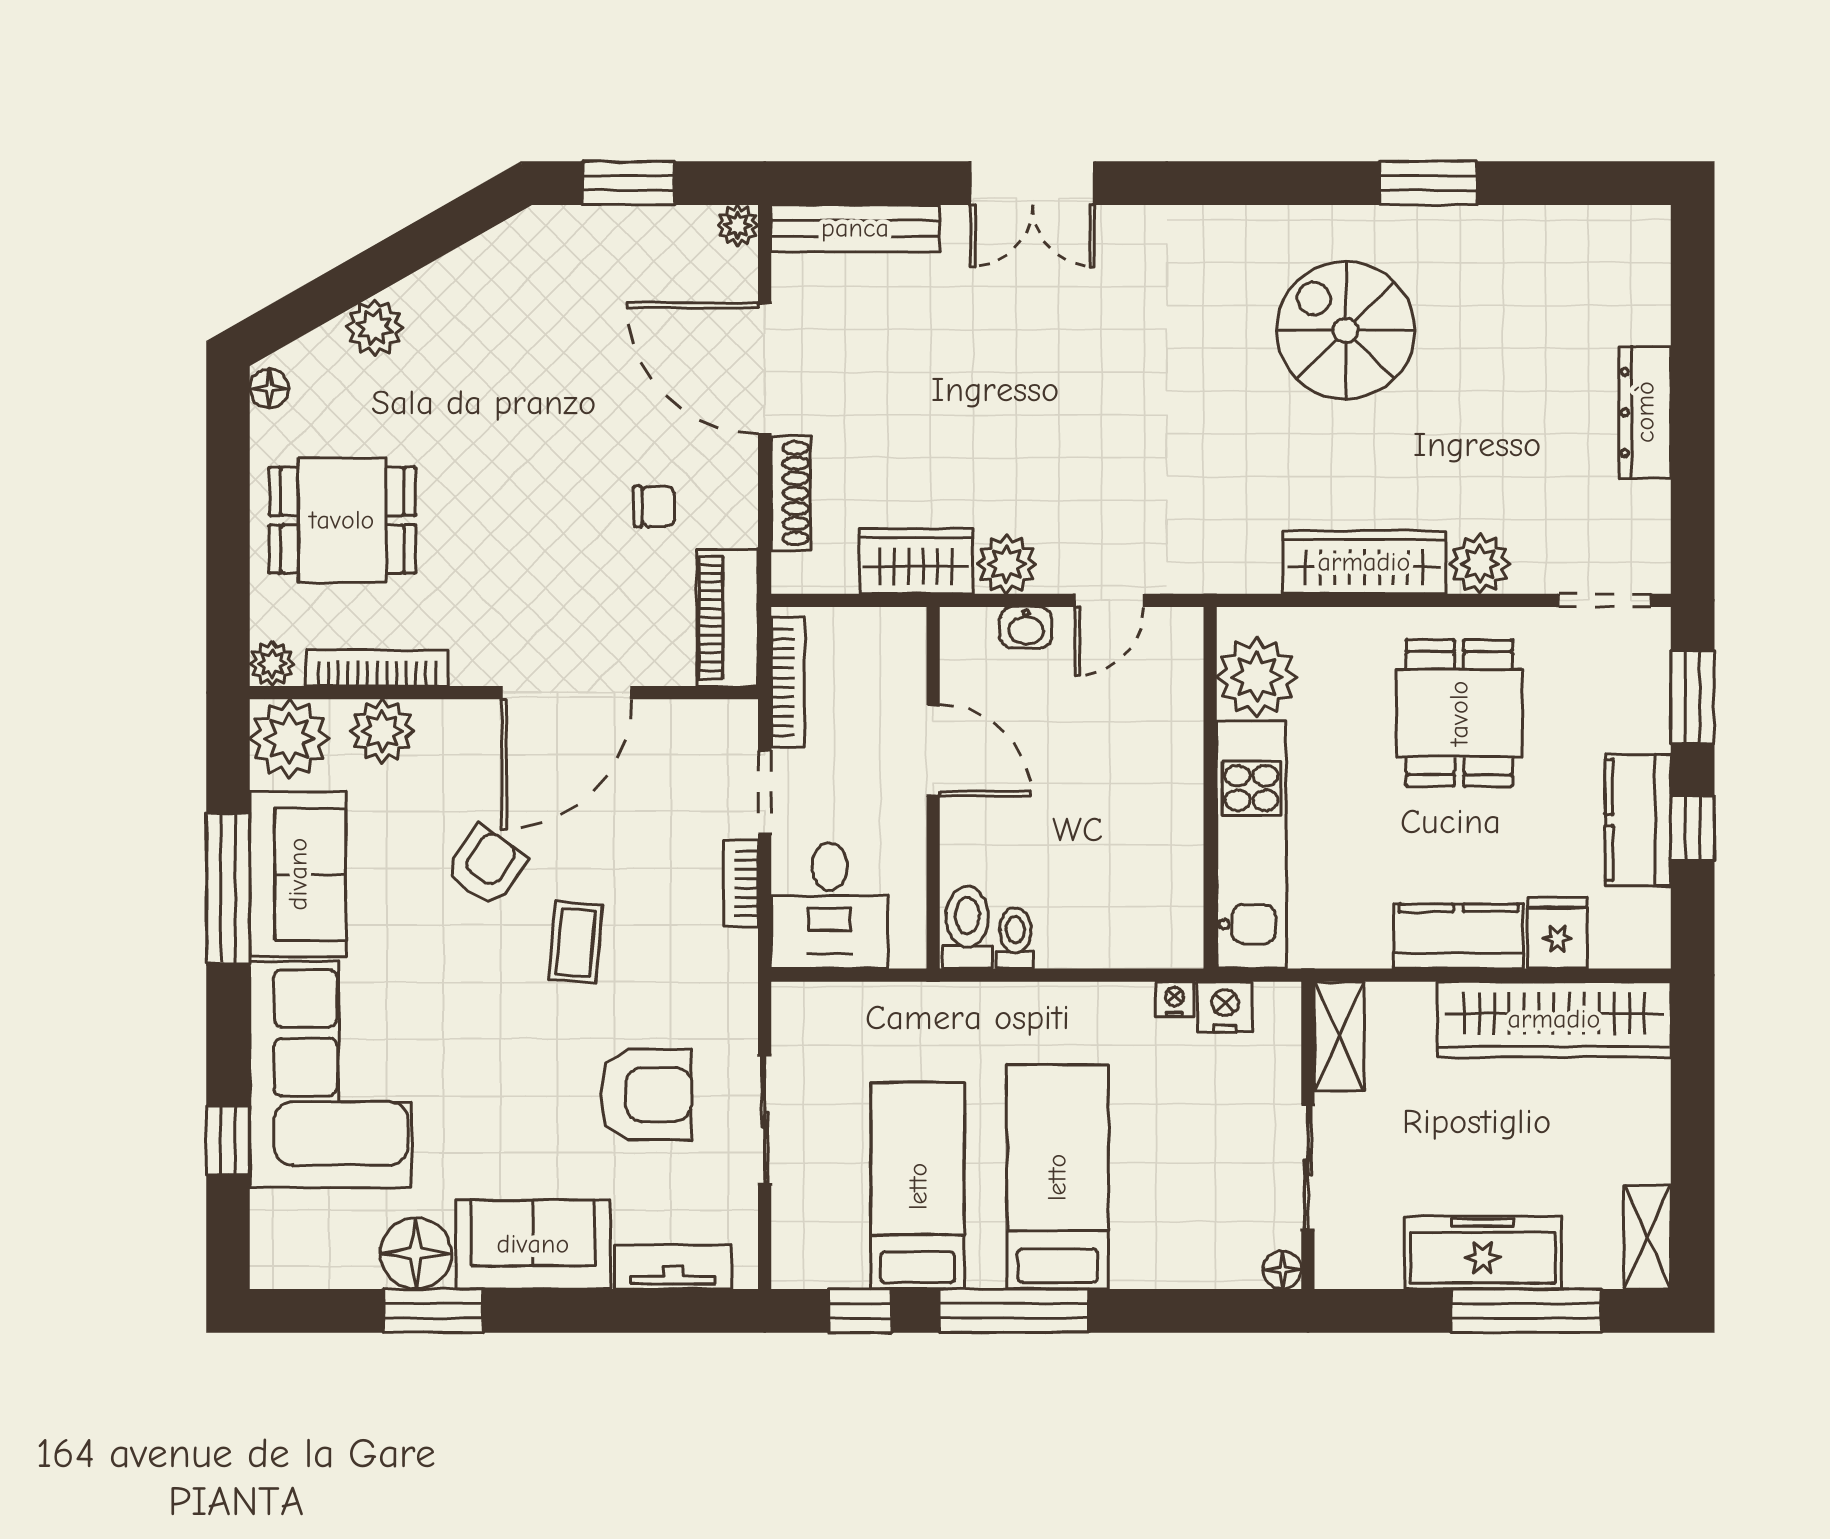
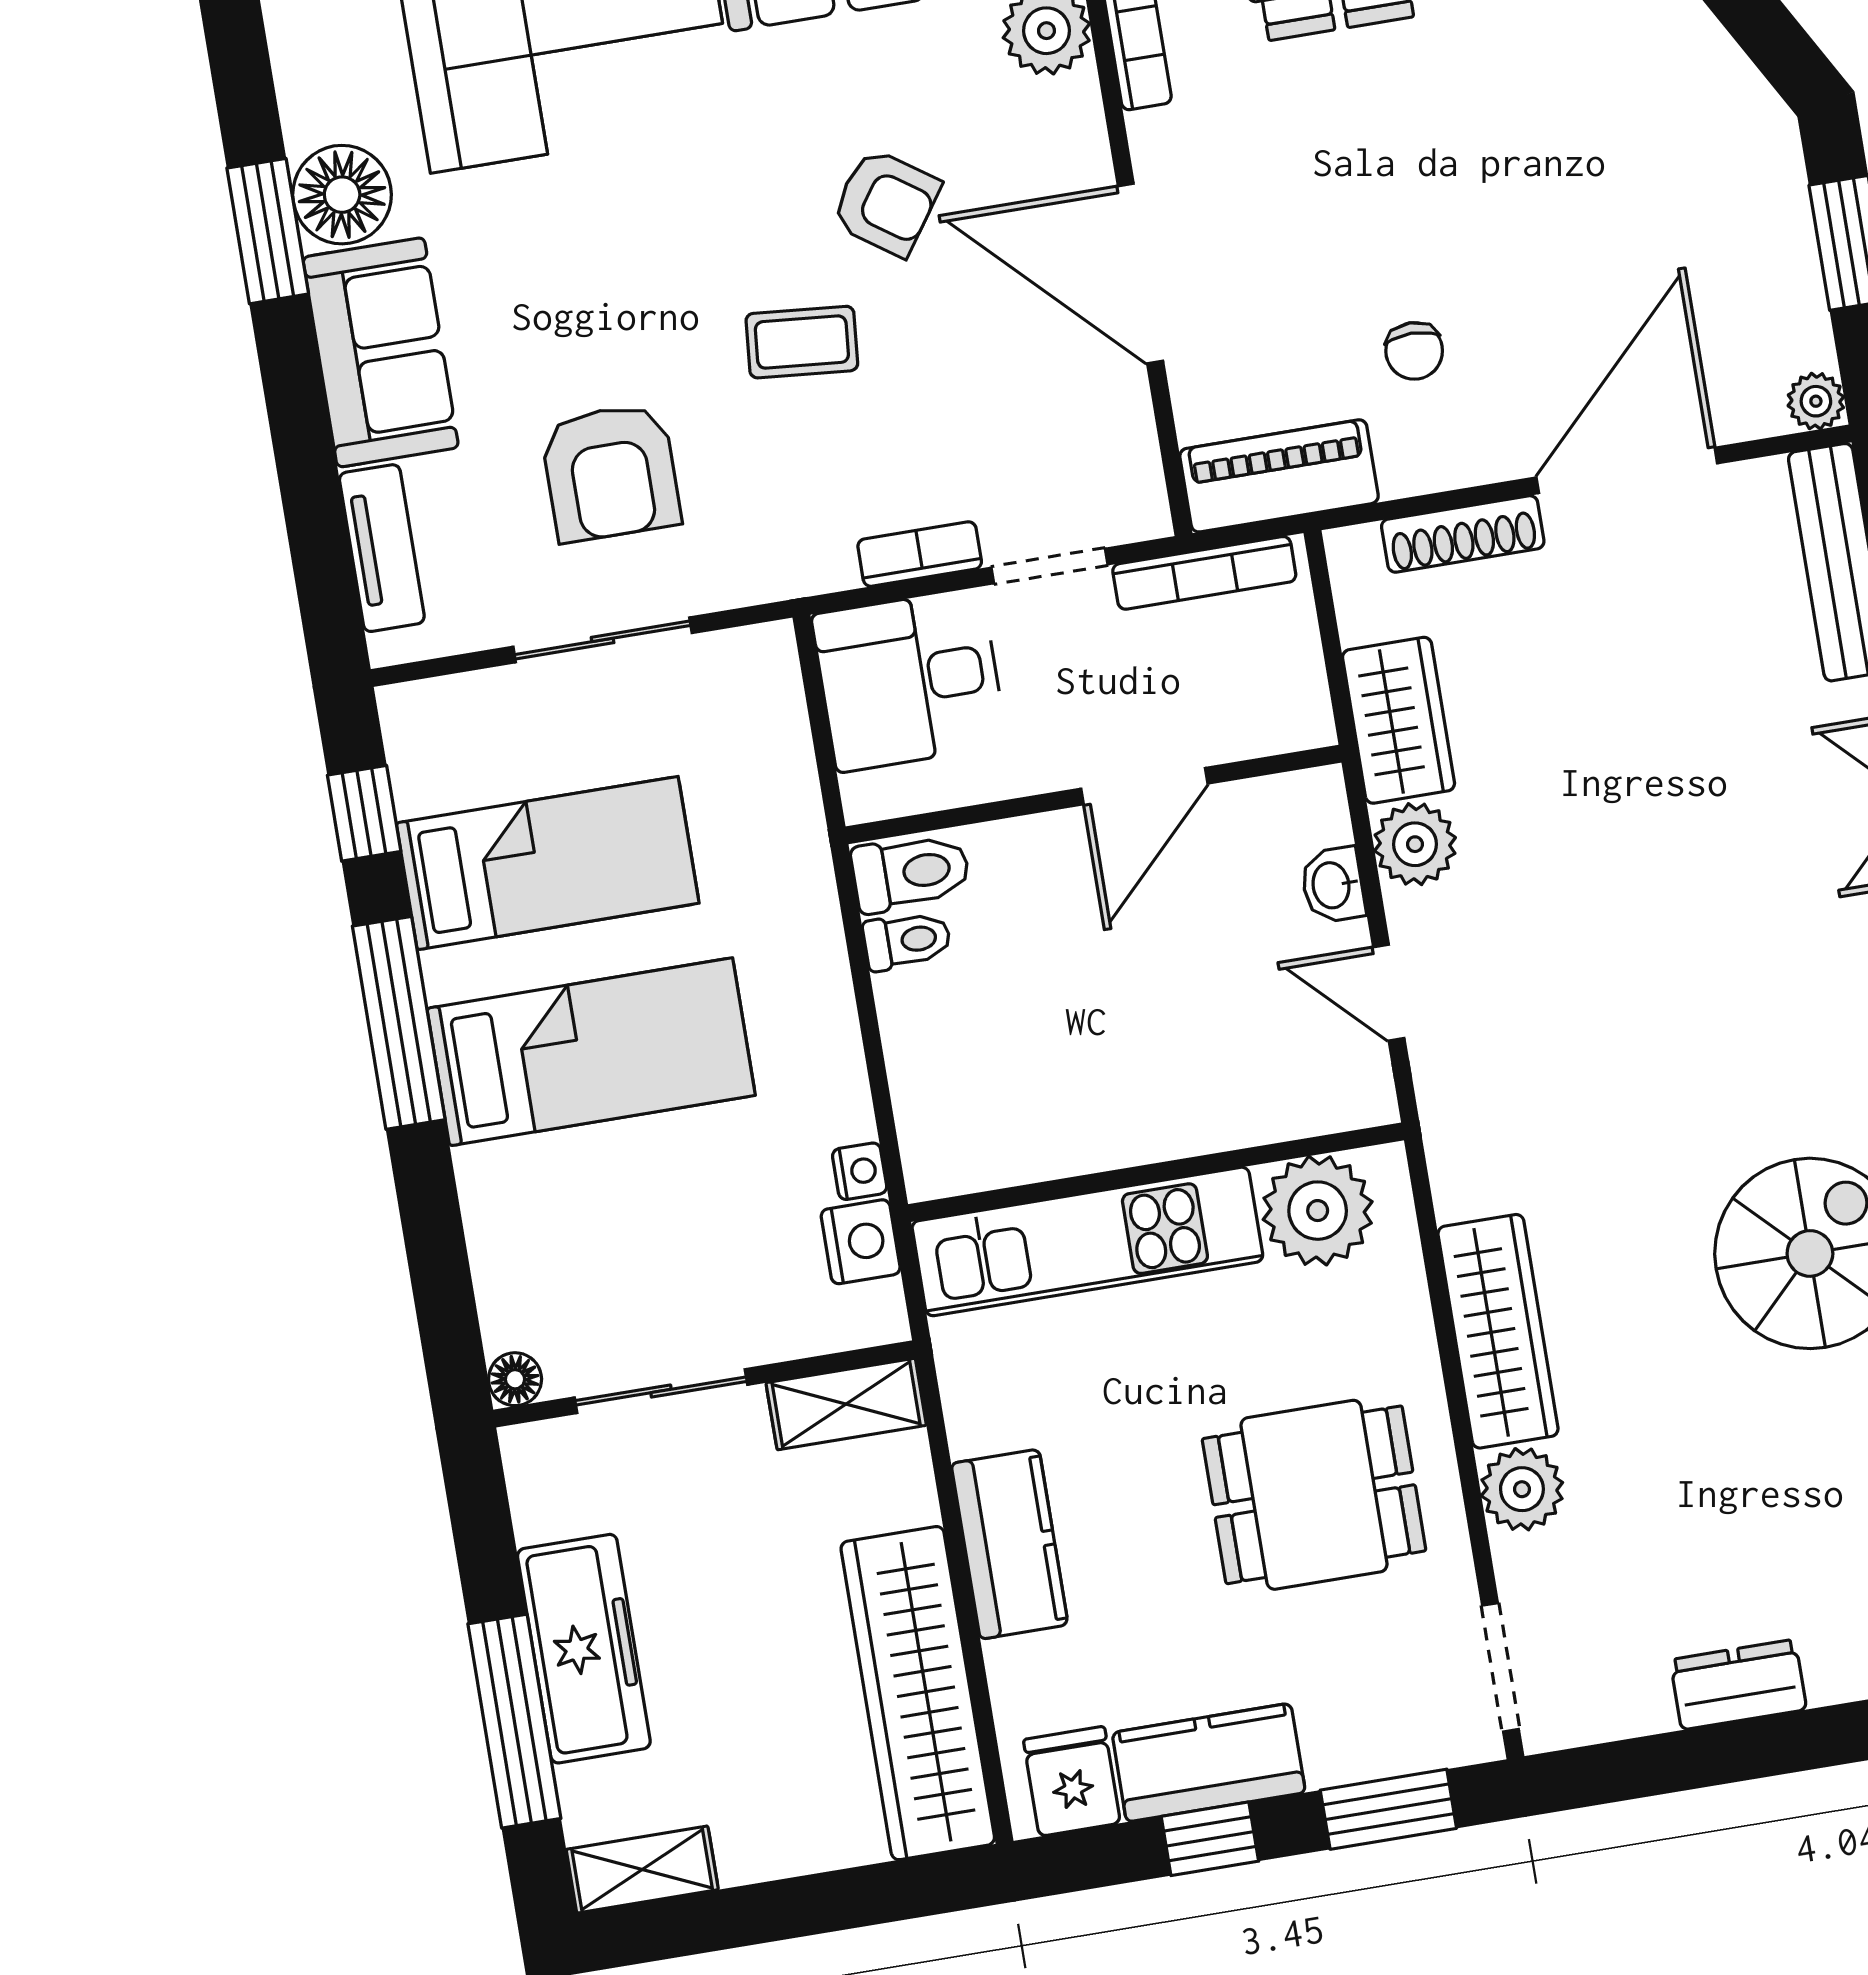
dresser: (1645, 412) -> (1738, 1685), width x0.70
fridge: (1557, 933) -> (1072, 1781), moved, turned -90

